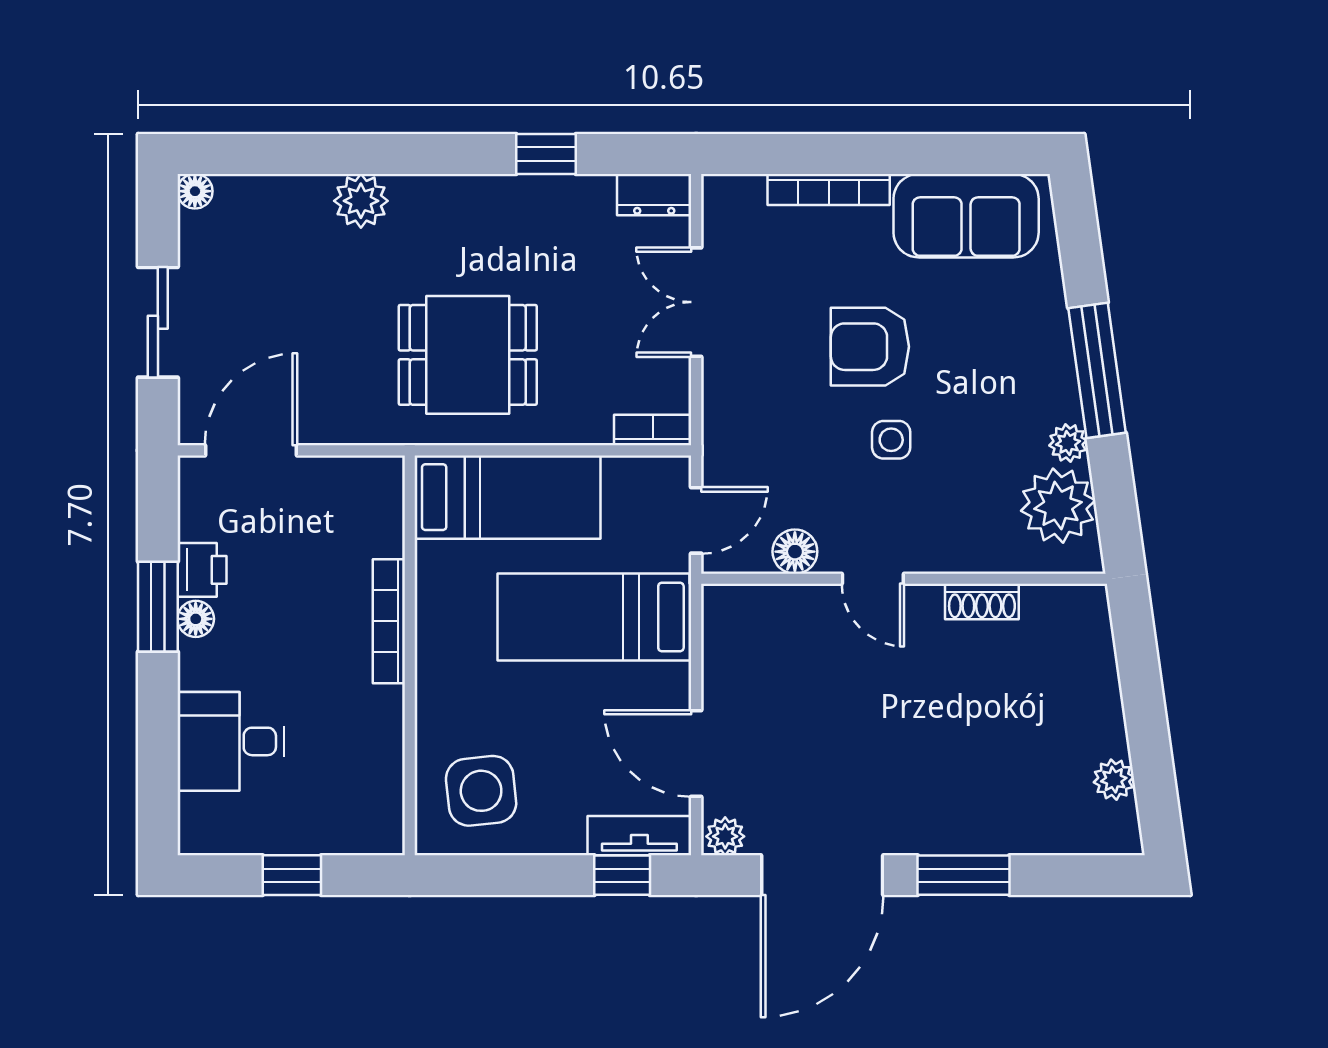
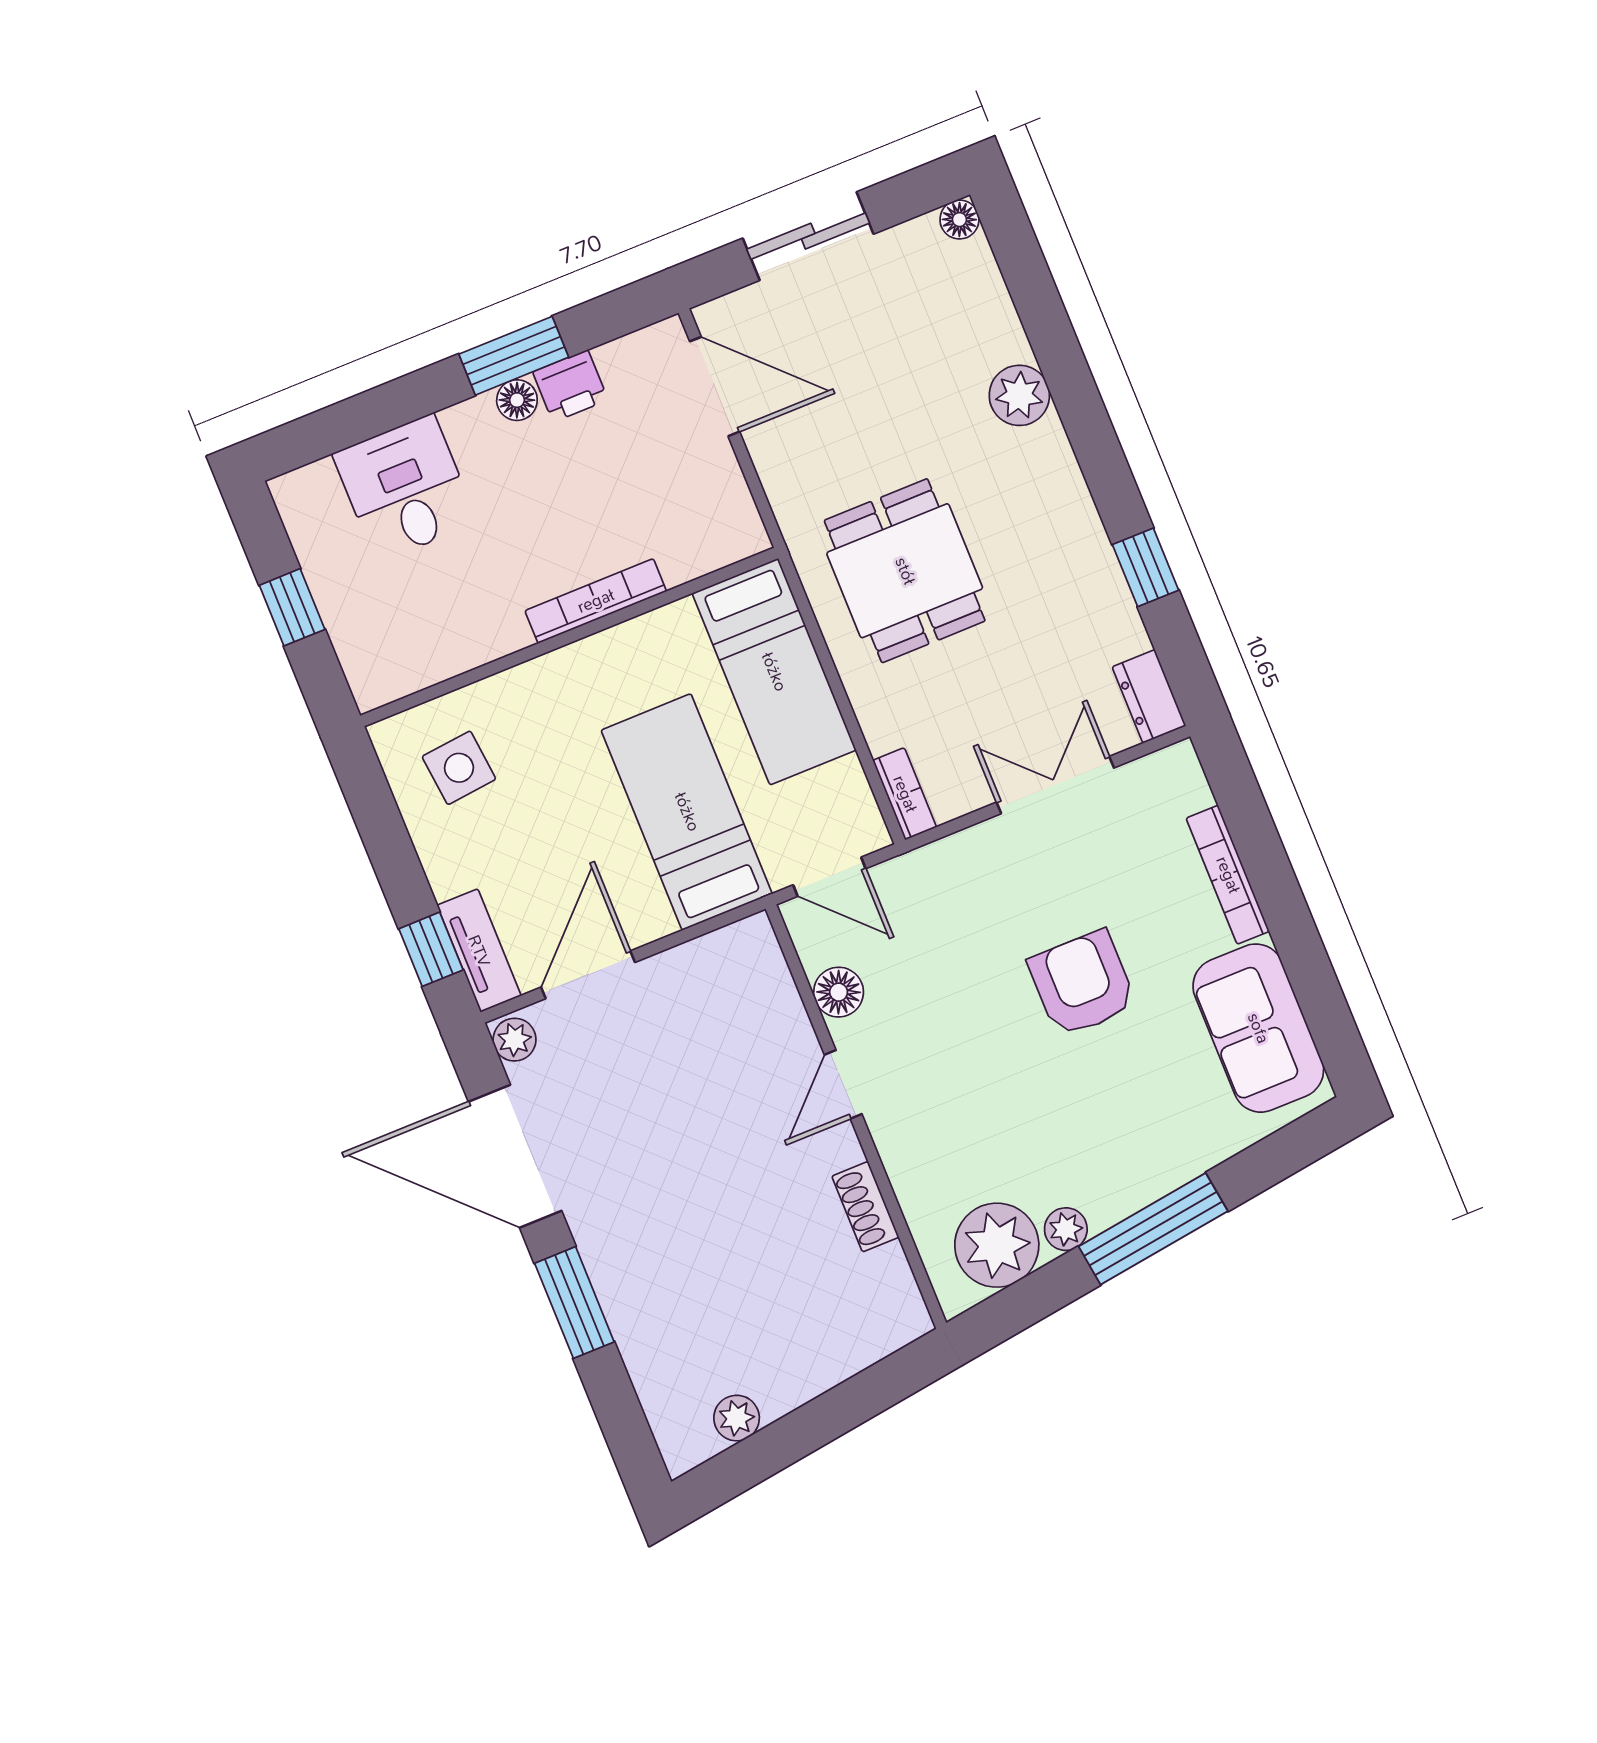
side table: (891, 440) -> (995, 1045), removed
side table: (481, 791) -> (459, 768), width x0.73, depth x0.73

